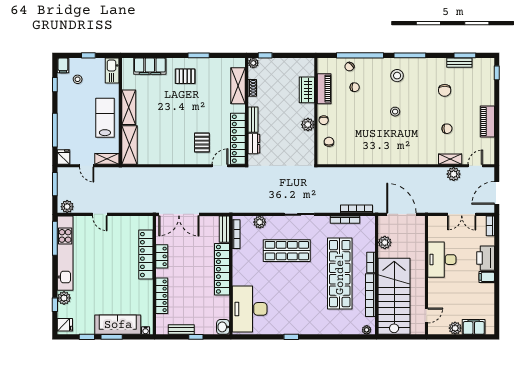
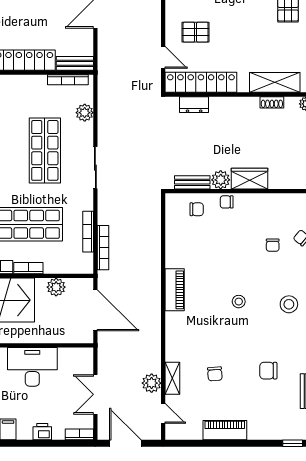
piano: (324, 89) -> (175, 290), moved, turned -90
wardrobe: (307, 90) -> (249, 179), moved
bench: (253, 120) -> (192, 182), moved
door: (401, 214) -> (95, 310), hinge flipped
printer: (486, 258) -> (42, 432), width x0.53, depth x0.68

